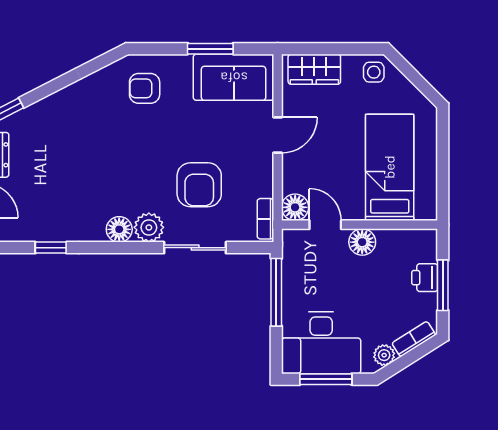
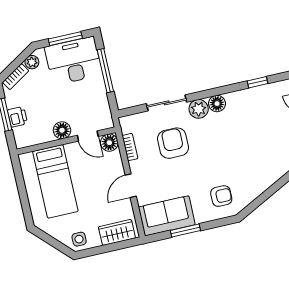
bookcase: (265, 219) -> (130, 147), moved
window: (276, 292) -> (105, 71), moved

